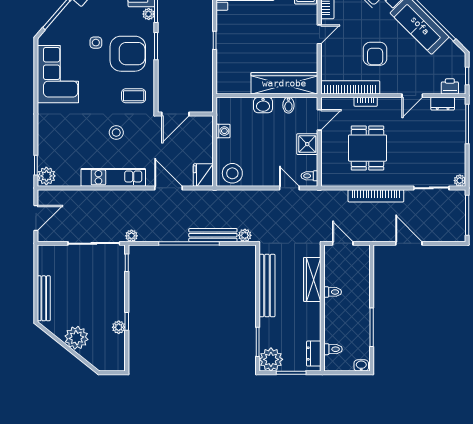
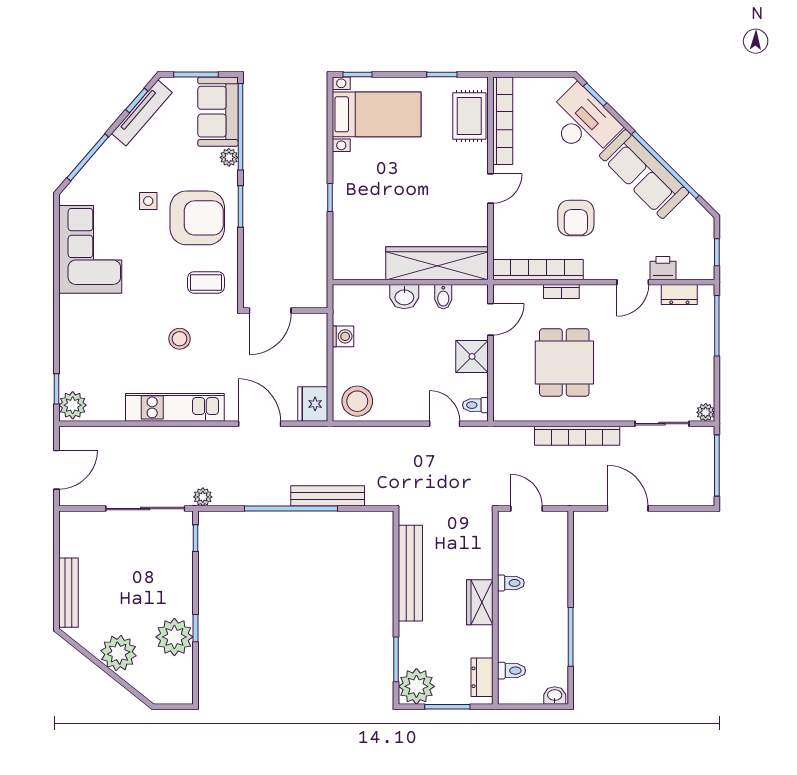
printer: (450, 86) -> (663, 268), moved
plant: (245, 235) -> (376, 496), removed
wardrobe: (312, 279) -> (480, 602), moved, width x0.67
plant: (119, 327) -> (174, 637), width x1.87, depth x1.87

